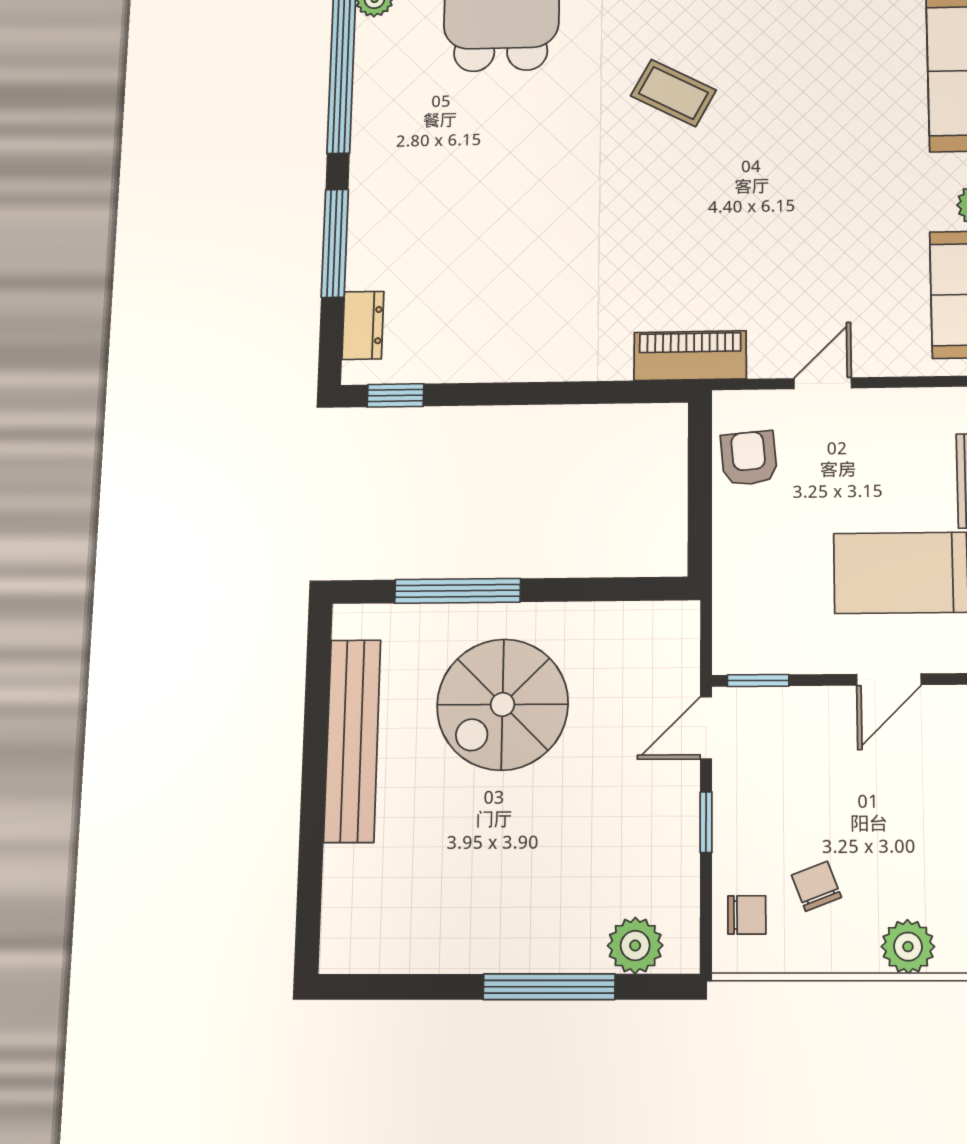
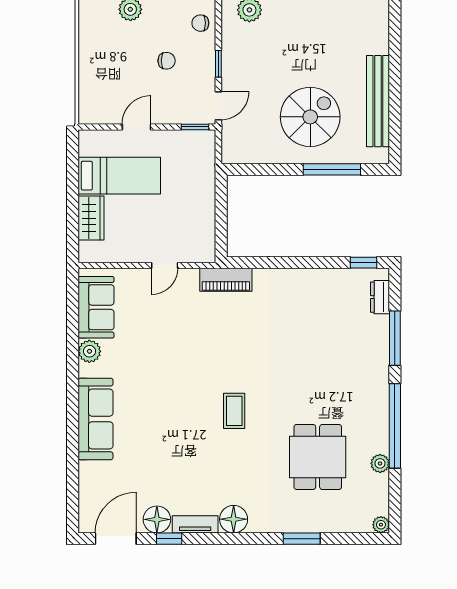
coffee table: (673, 93) -> (234, 411), turned 62
armchair: (749, 458) -> (199, 230), removed
chair: (817, 886) -> (167, 61), moved, turned -69

